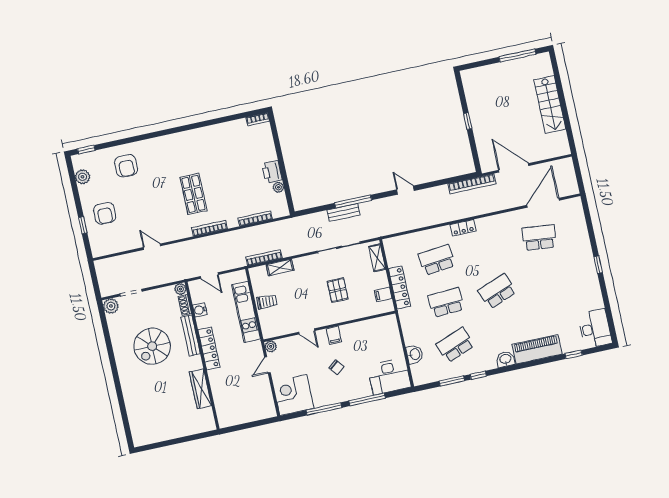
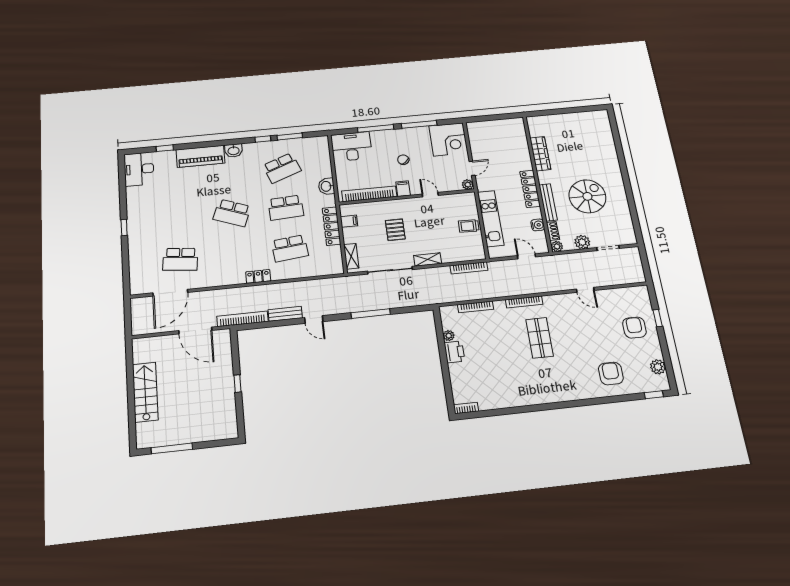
bench: (343, 212) -> (285, 314), moved
shelving: (280, 267) -> (428, 260), moved
school desk: (497, 291) -> (232, 213), turned 42
plant: (111, 306) -> (582, 242), moved
bookcase: (366, 326) -> (369, 194), added
washbasin: (415, 354) -> (326, 186), moved

